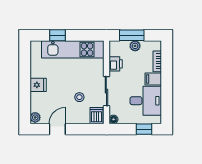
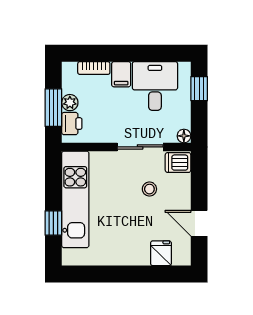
printer: (116, 64) -> (72, 124), moved, turned 90
fridge: (38, 85) -> (161, 253), moved
plant: (35, 117) -> (181, 258), removed

